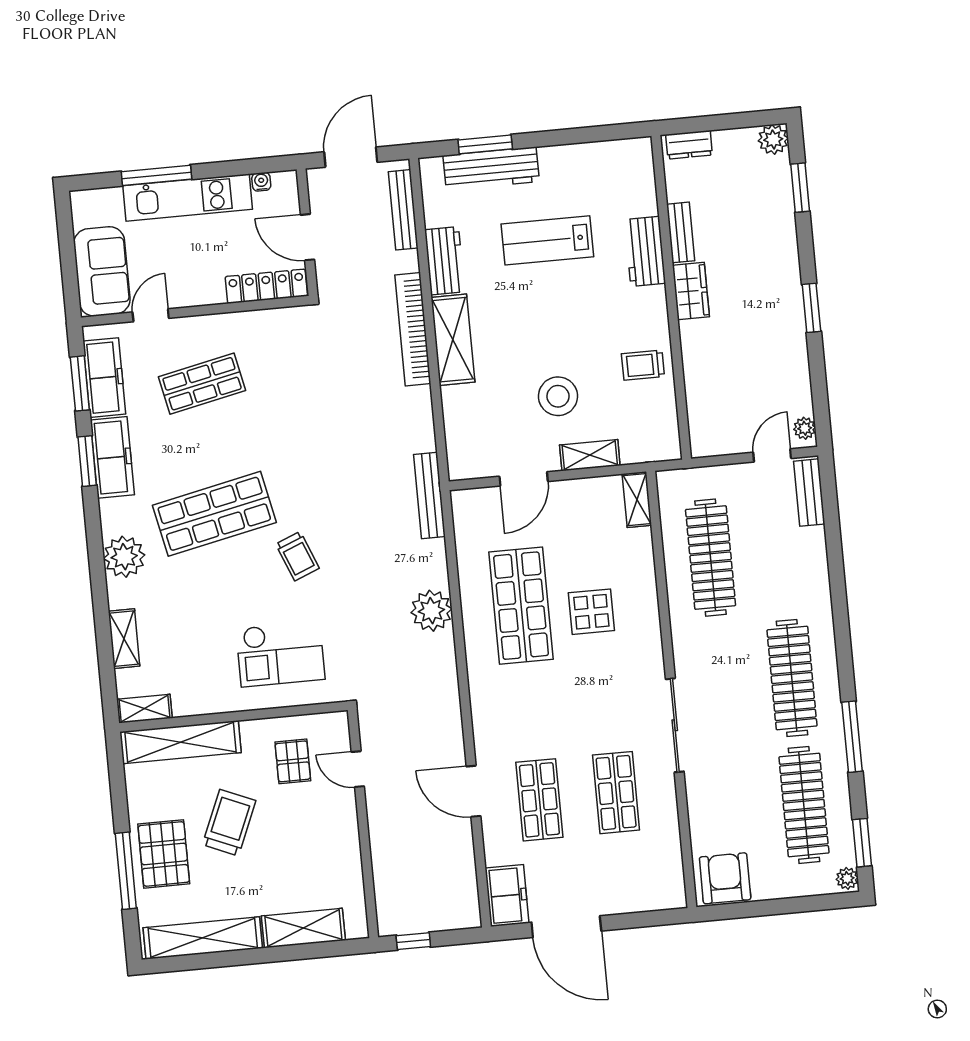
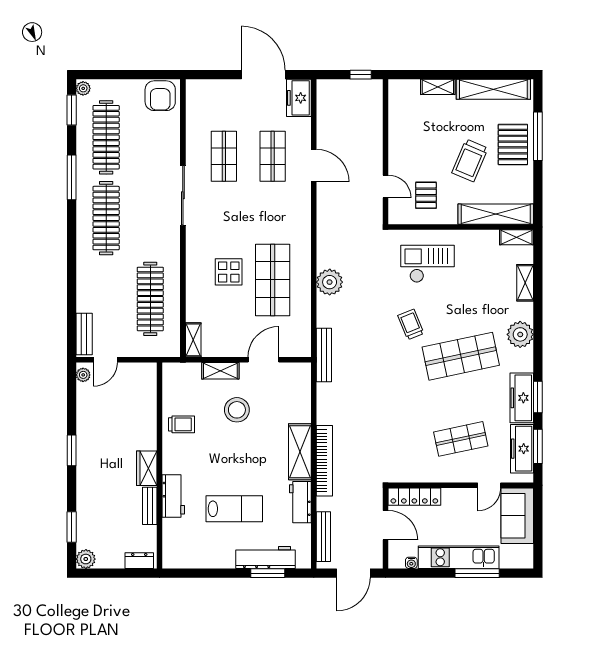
shelving: (303, 928) -> (438, 87), width x0.67, depth x0.75

